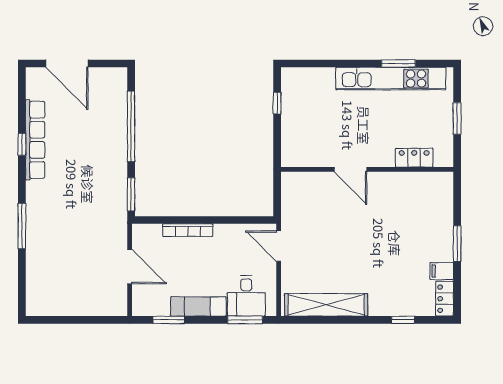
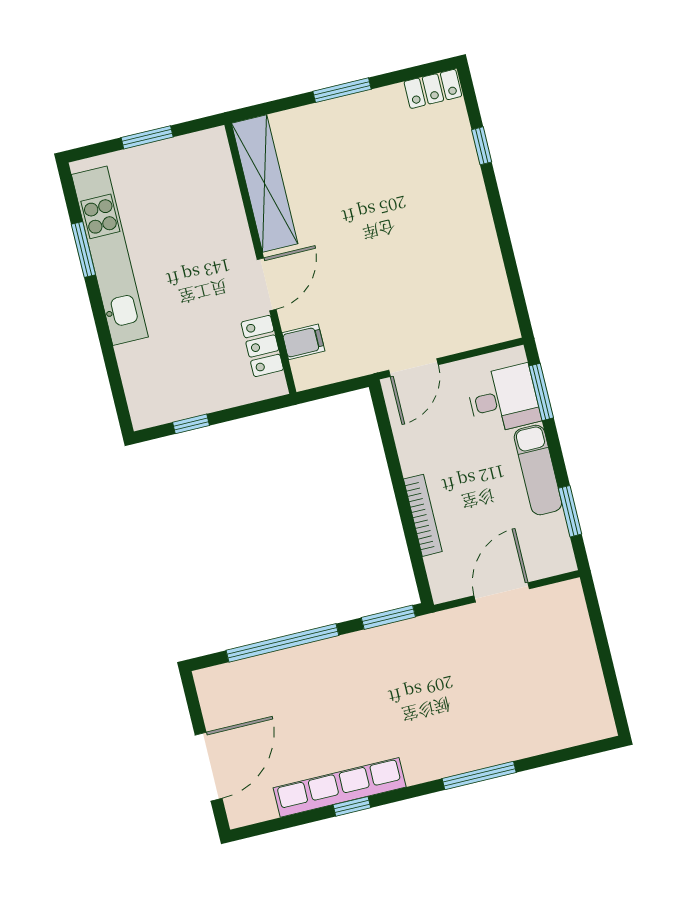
locker: (414, 158) -> (262, 346), moved
filing cabinet: (442, 271) -> (303, 342), moved, turned -90
shelving: (326, 305) -> (265, 183), moved

